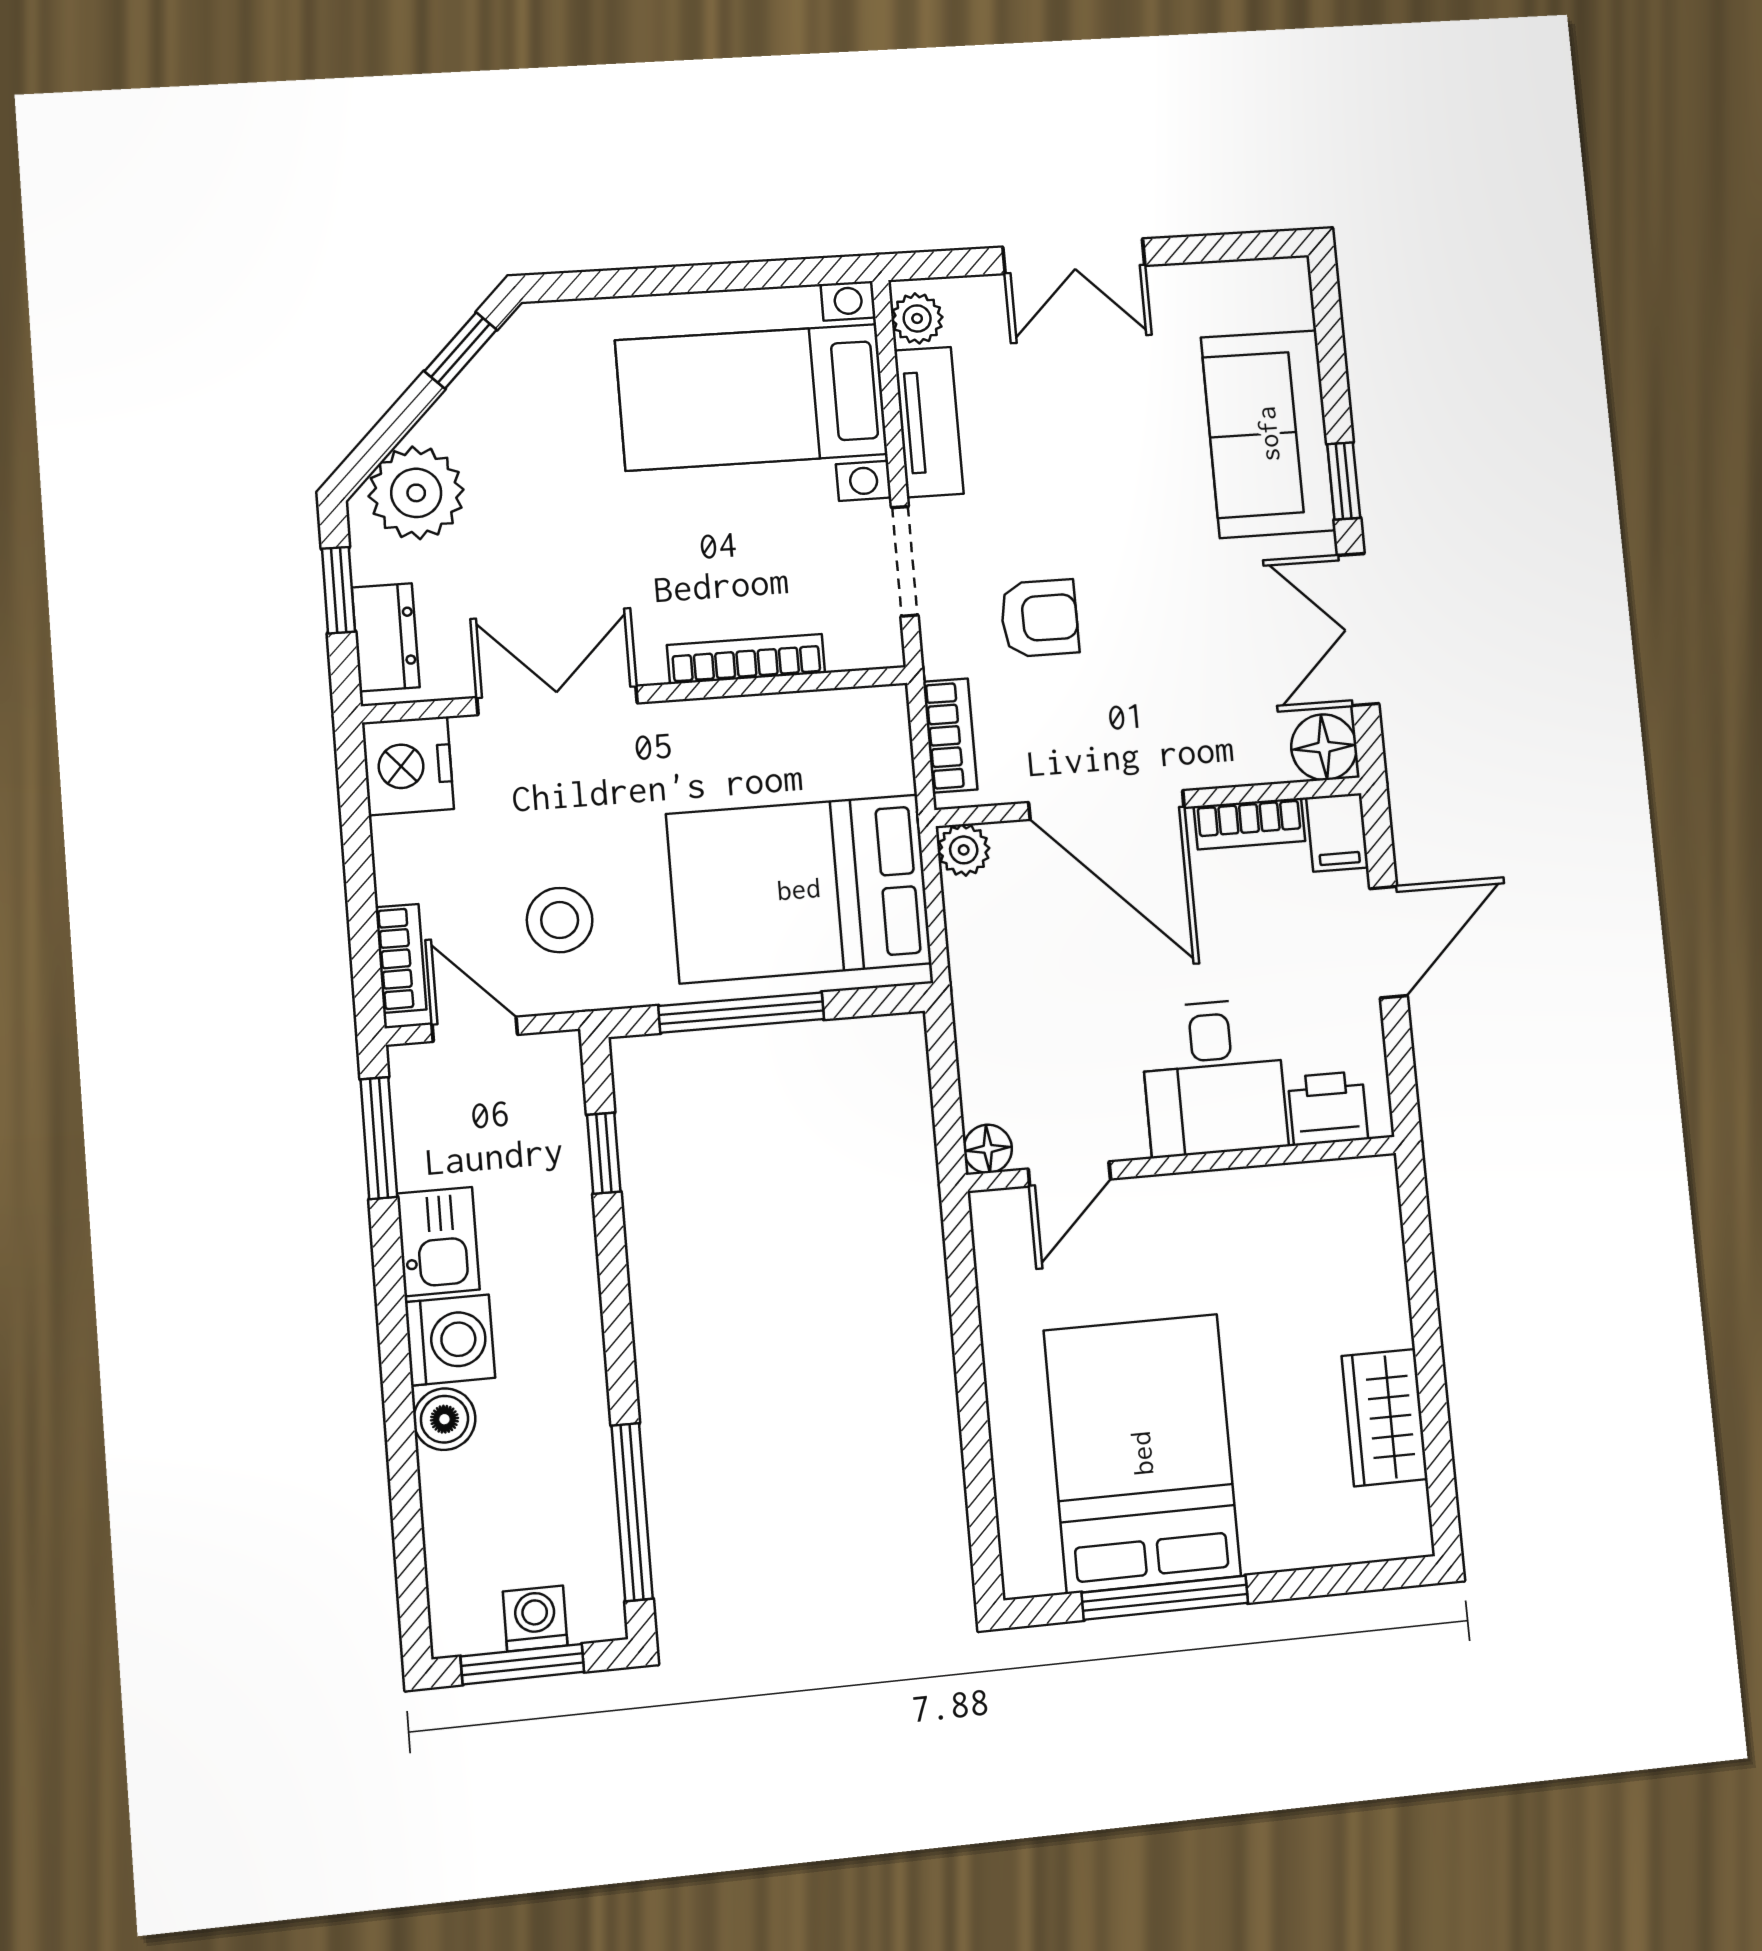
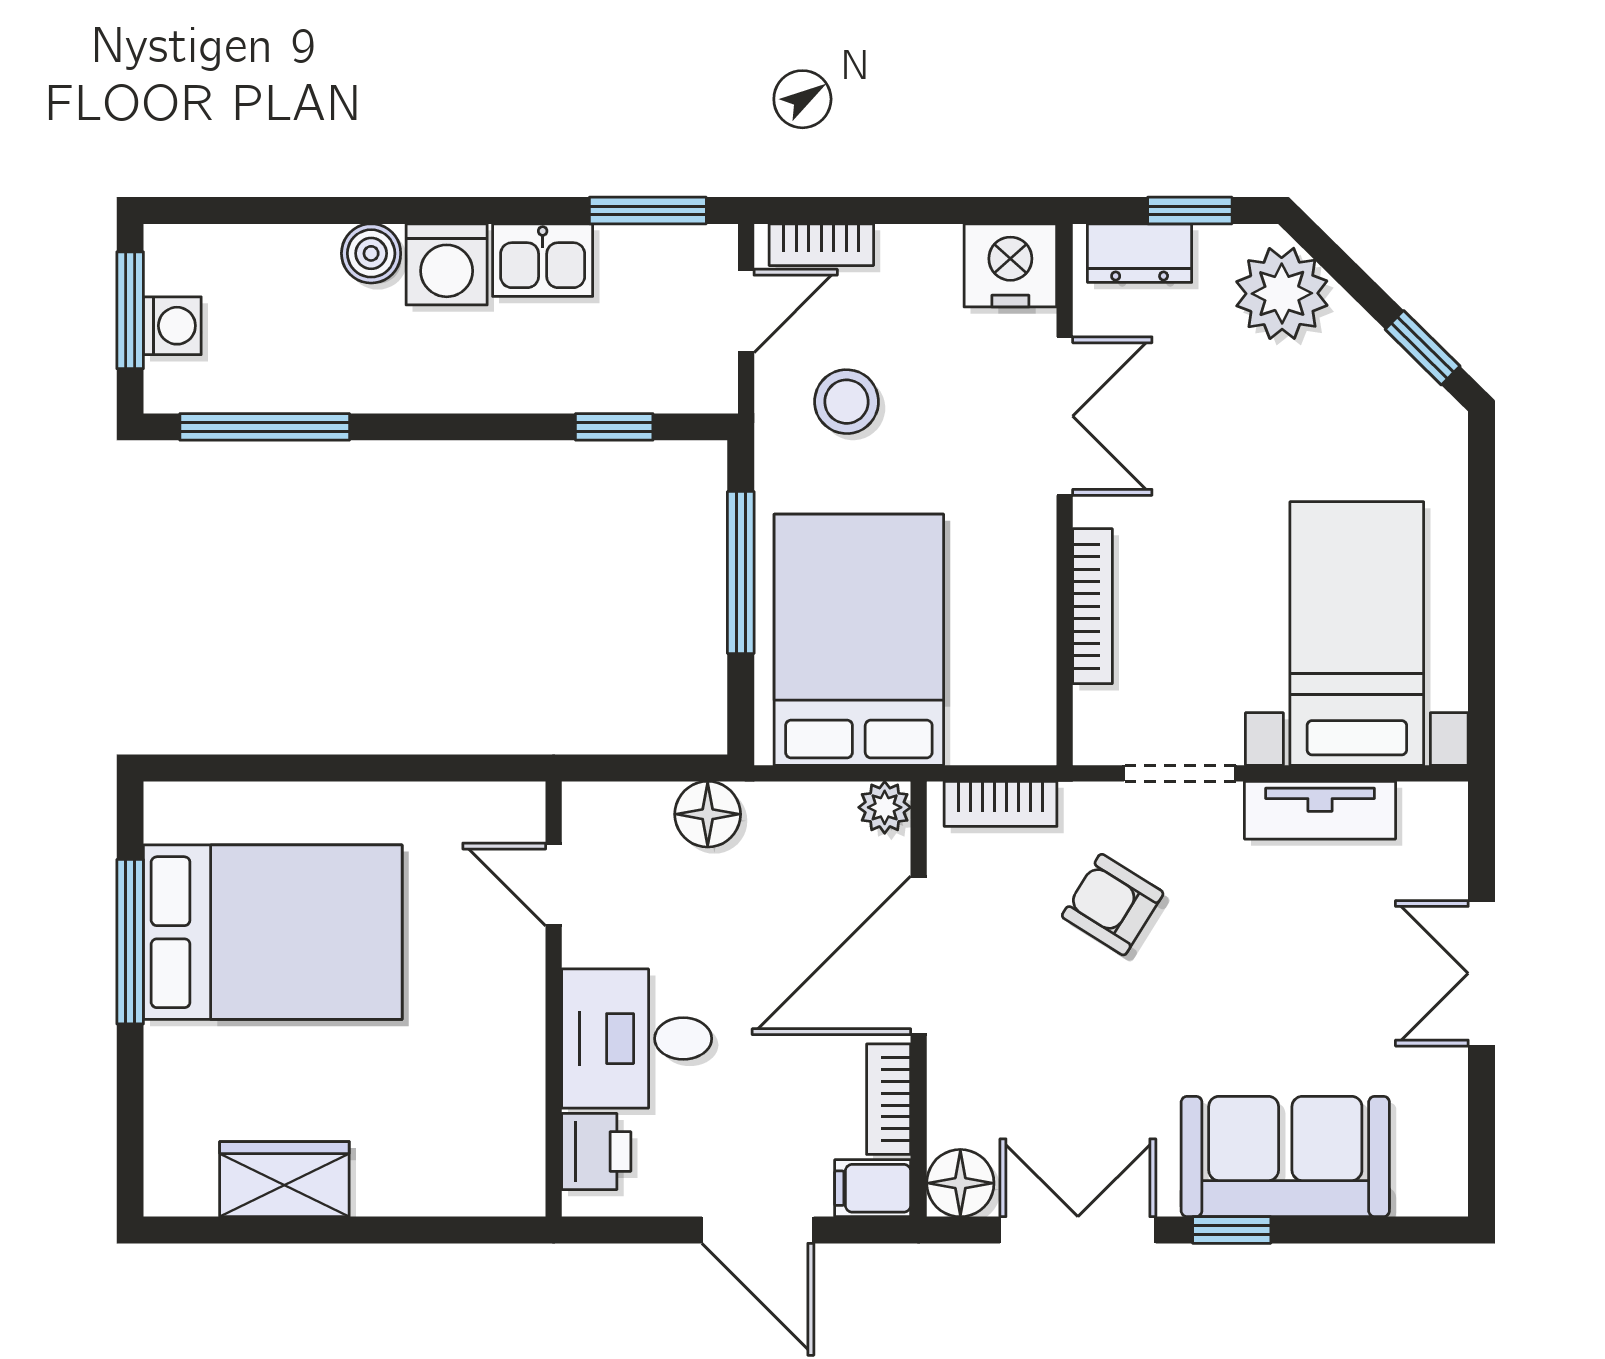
plant: (917, 318) -> (1427, 807), removed
armchair: (1039, 618) -> (1113, 905), turned 122
floor lamp: (988, 1149) -> (708, 814), moved, width x1.37, depth x1.37

